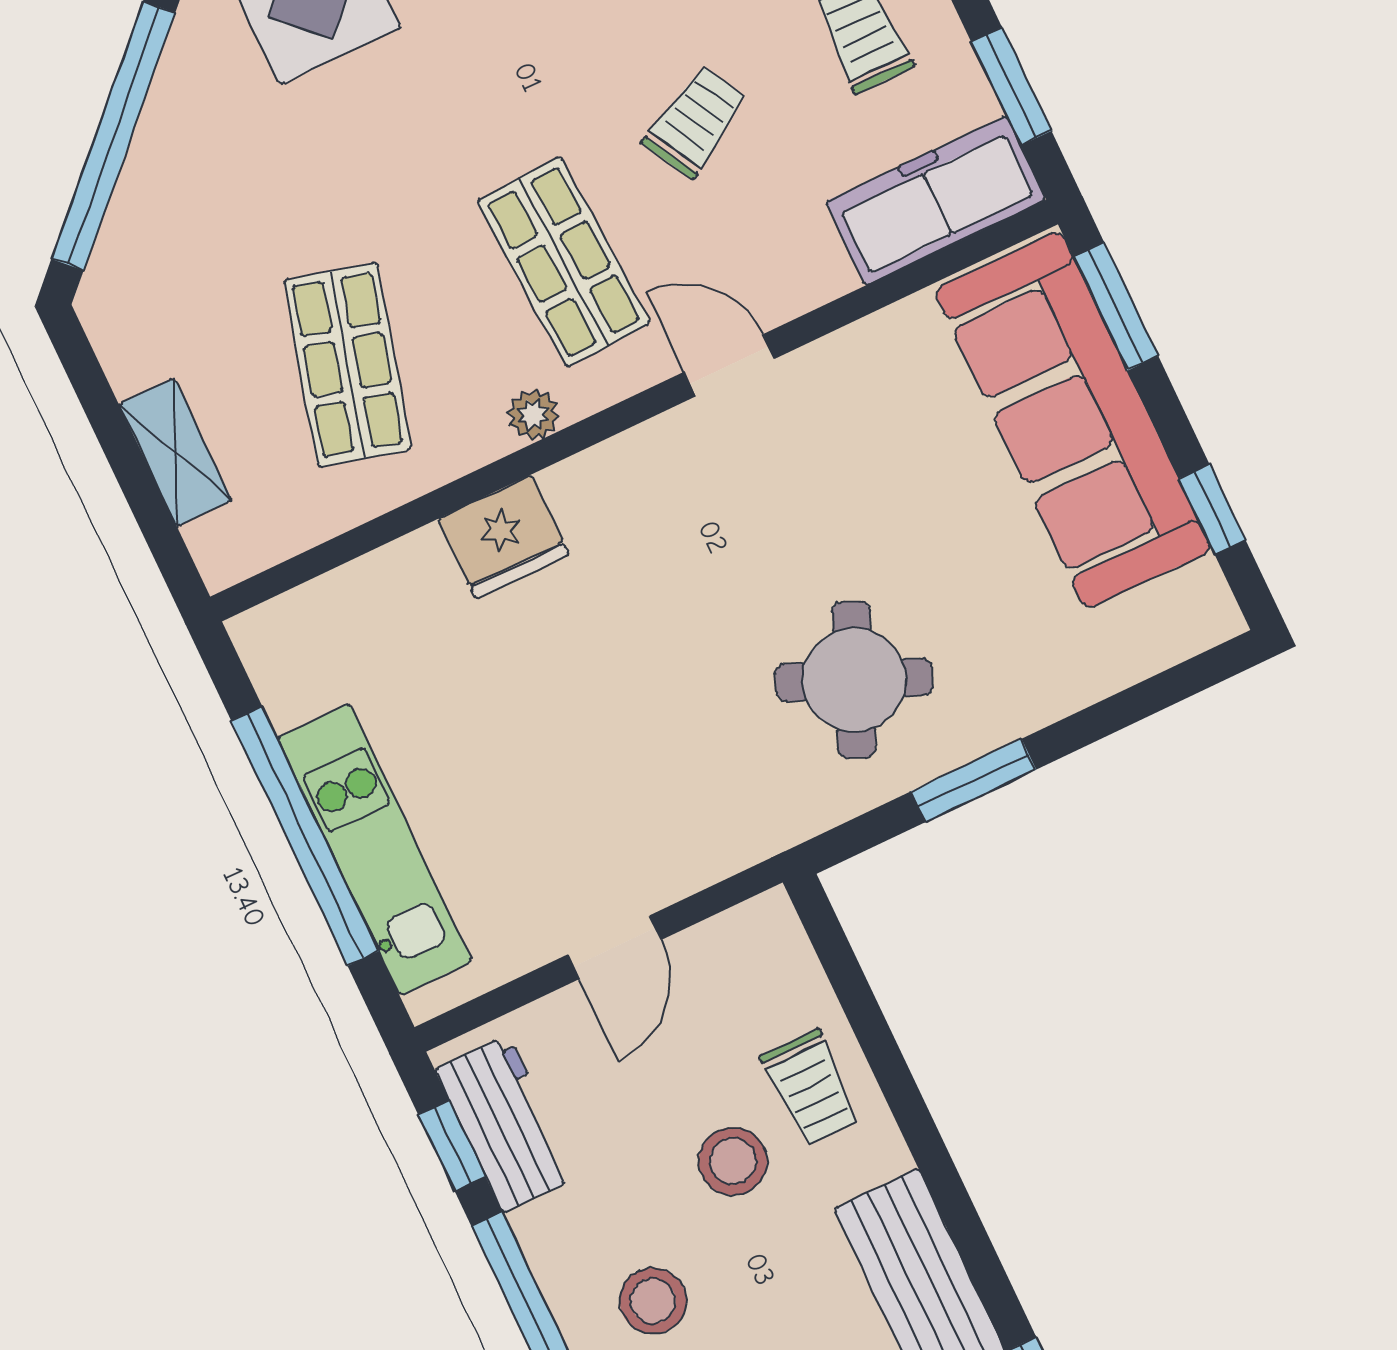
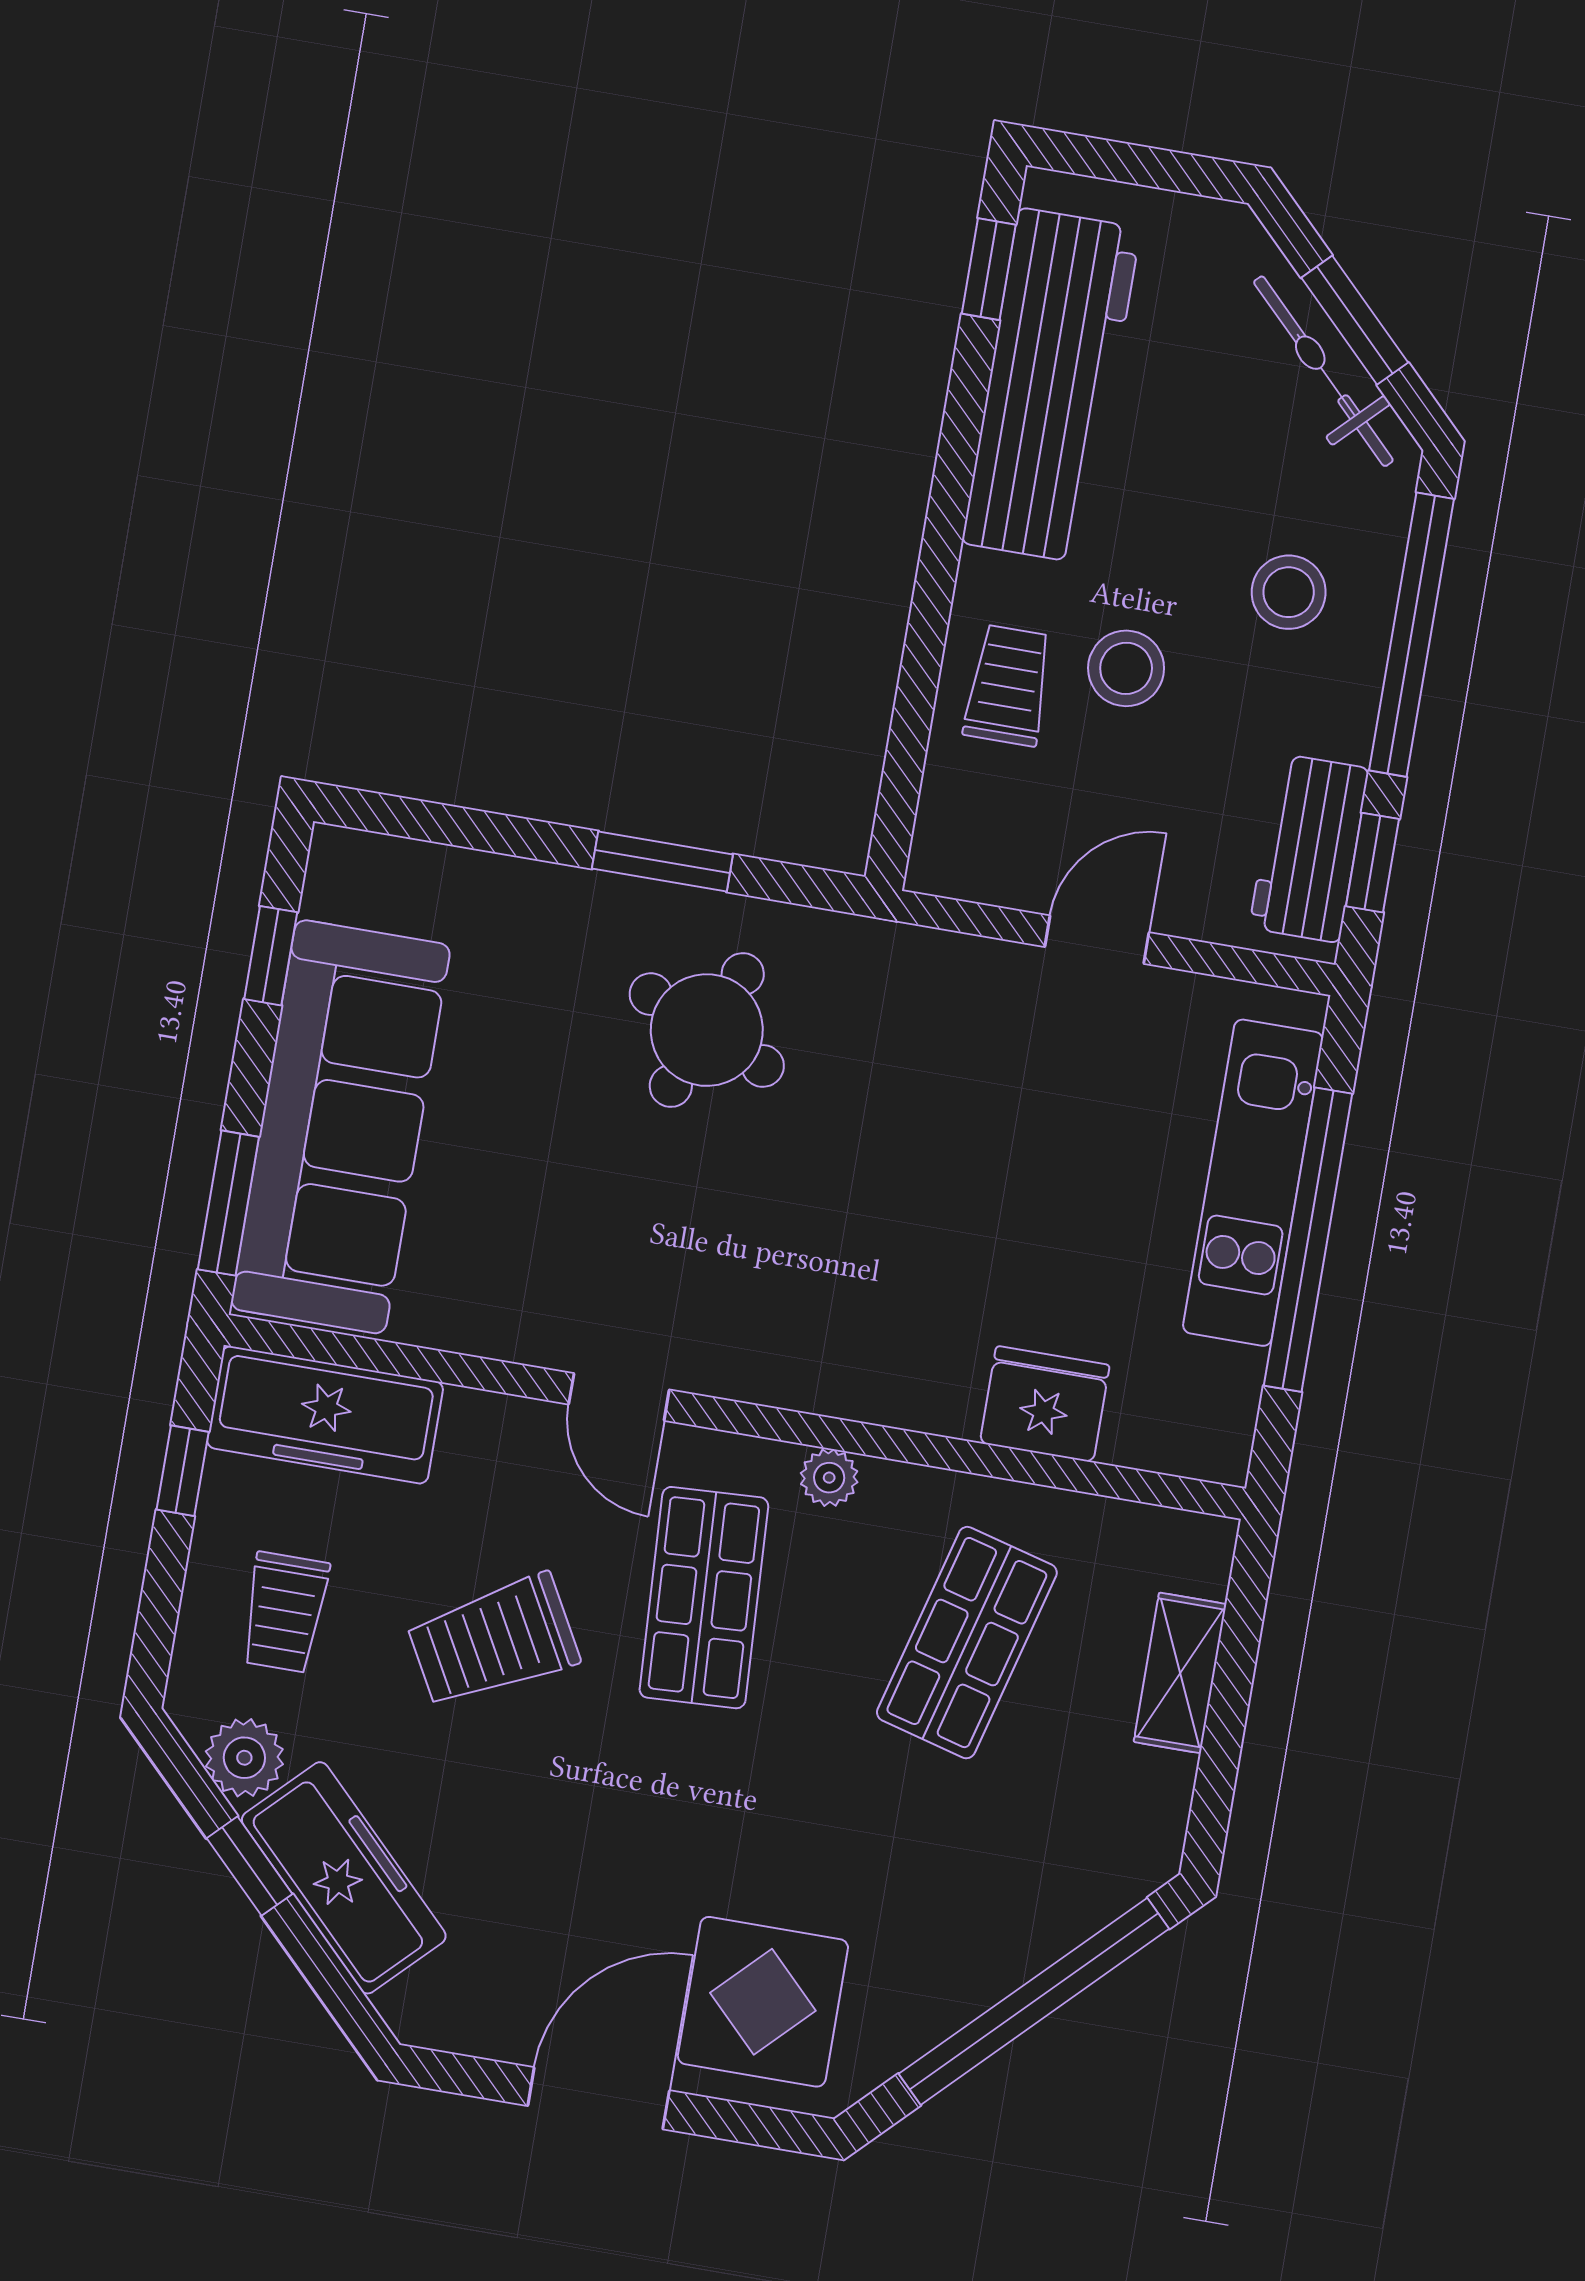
window: (1011, 86) -> (183, 1471), width x0.67
trolley: (696, 121) -> (493, 1641), width x1.36, depth x1.39
fridge: (504, 537) -> (1045, 1404), moved

